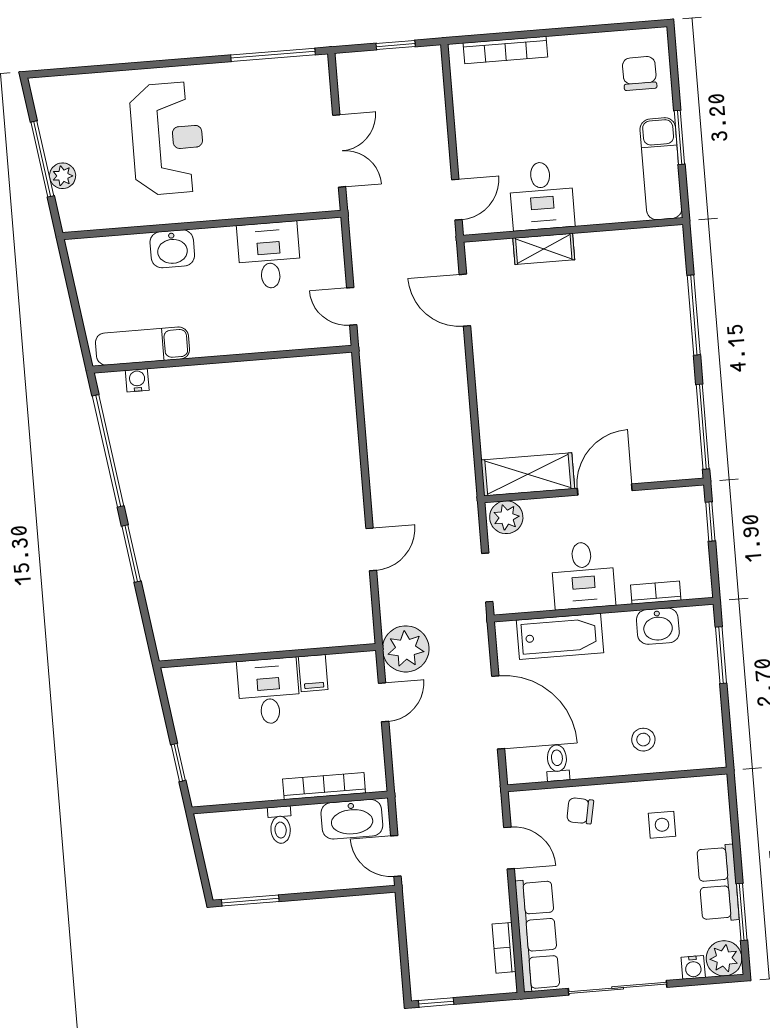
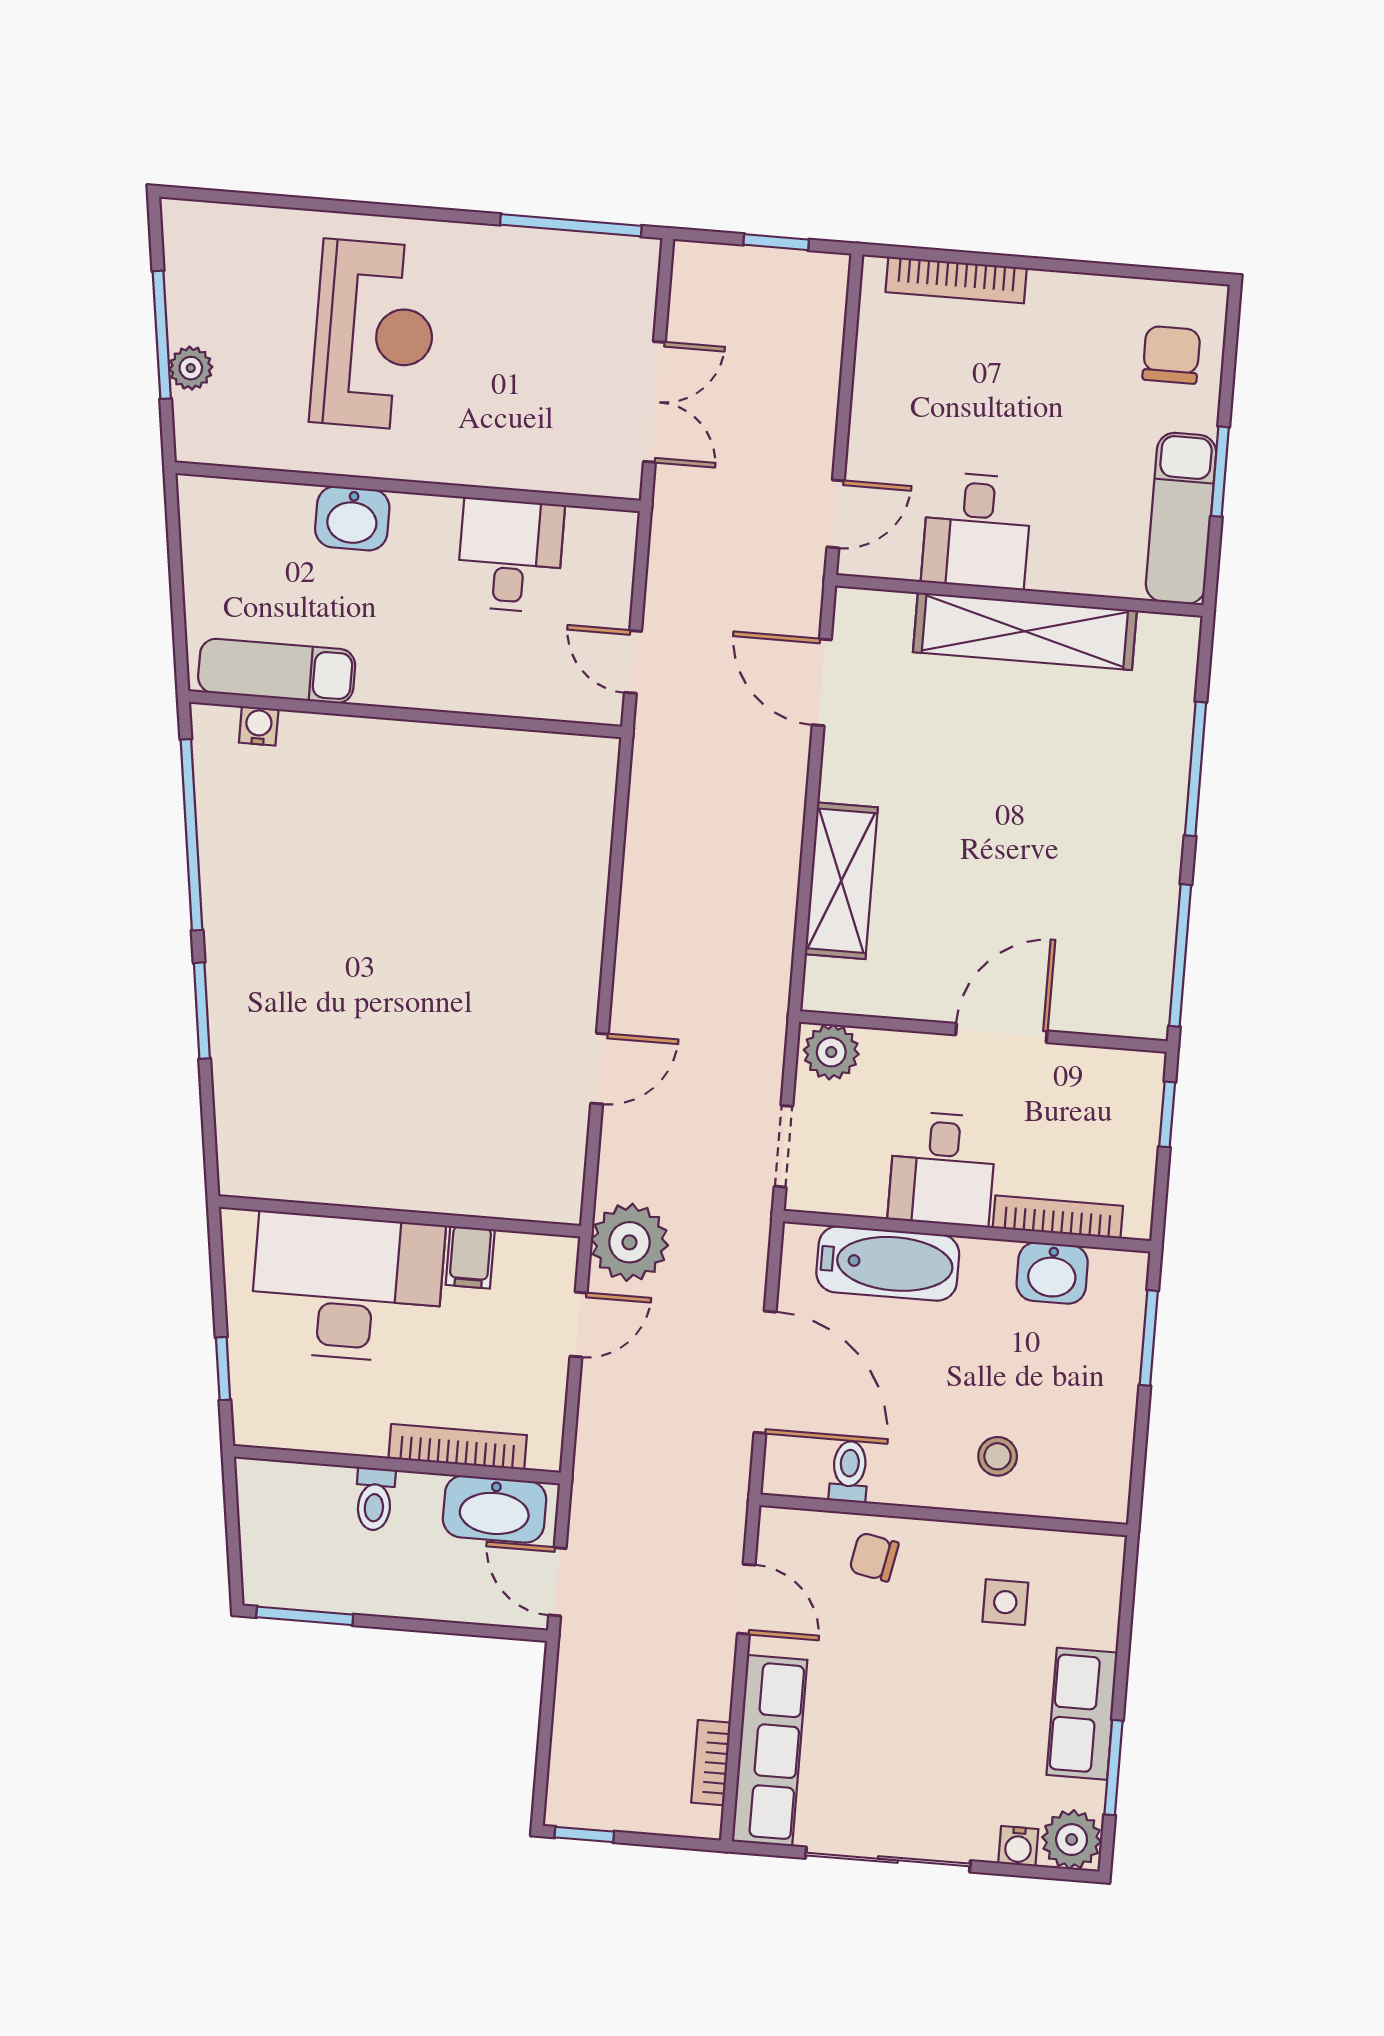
shelving: (544, 249) -> (1025, 631), width x2.20, depth x1.33
shelving: (528, 474) -> (841, 881), moved, turned 90
bookcase: (656, 593) -> (1058, 1217), width x1.56
desk: (269, 691) -> (347, 1288), width x1.87, depth x1.30

